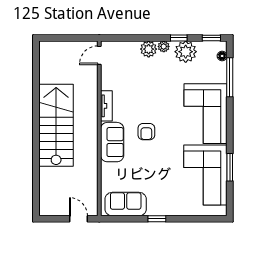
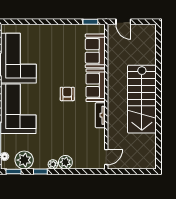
plant: (186, 52) -> (24, 160), moved
sofa: (126, 204) -> (95, 51), moved, turned 90
window: (157, 219) -> (90, 22), moved

